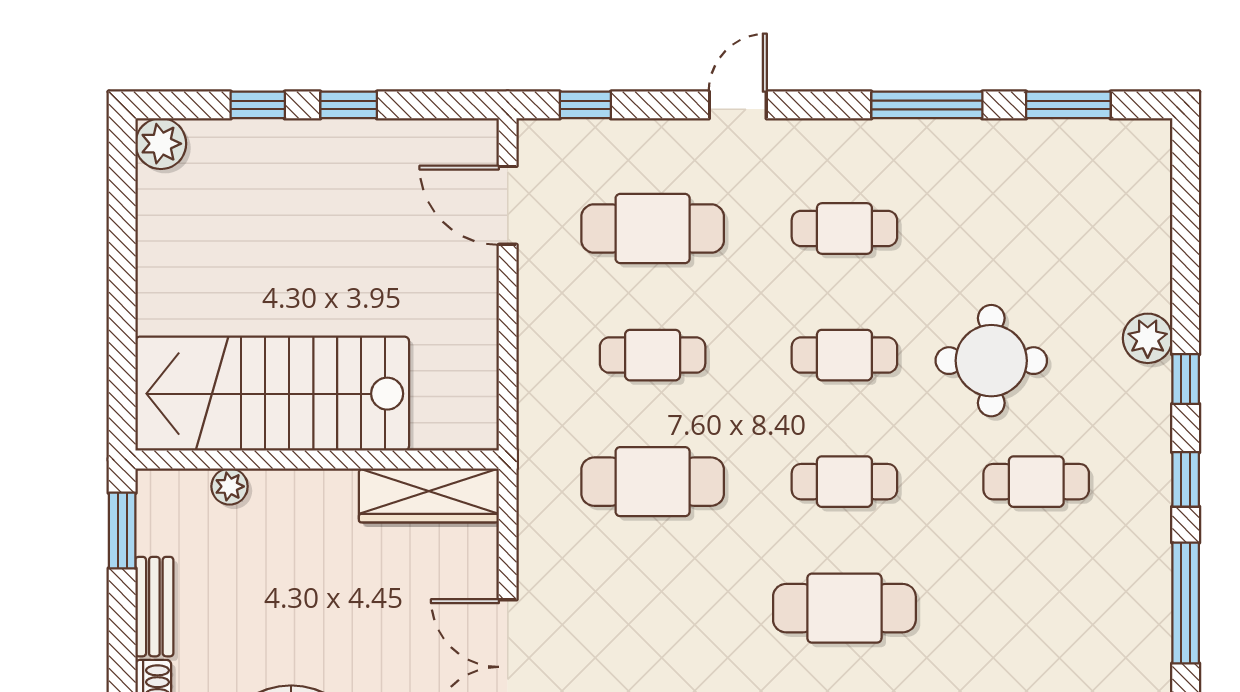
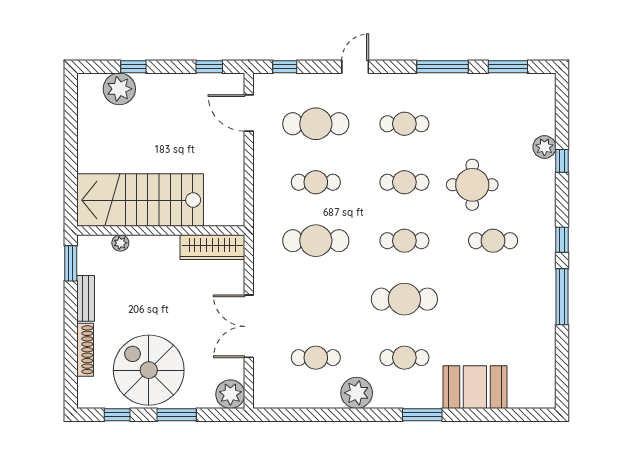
window: (349, 105) -> (209, 67), moved
plant: (161, 144) -> (119, 89), moved, width x1.36, depth x1.36
plant: (1148, 338) -> (544, 147), moved
window: (1186, 379) -> (562, 161), moved

